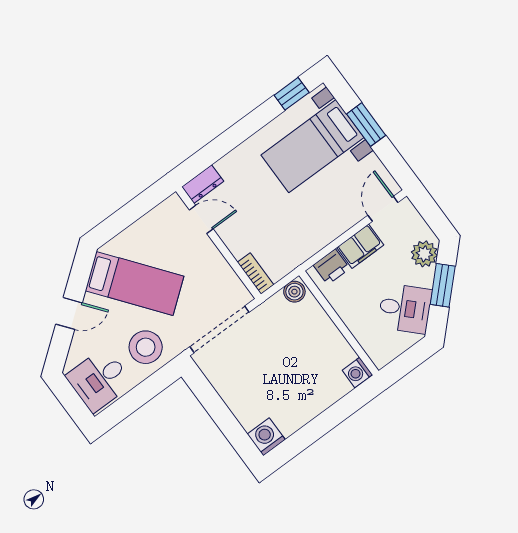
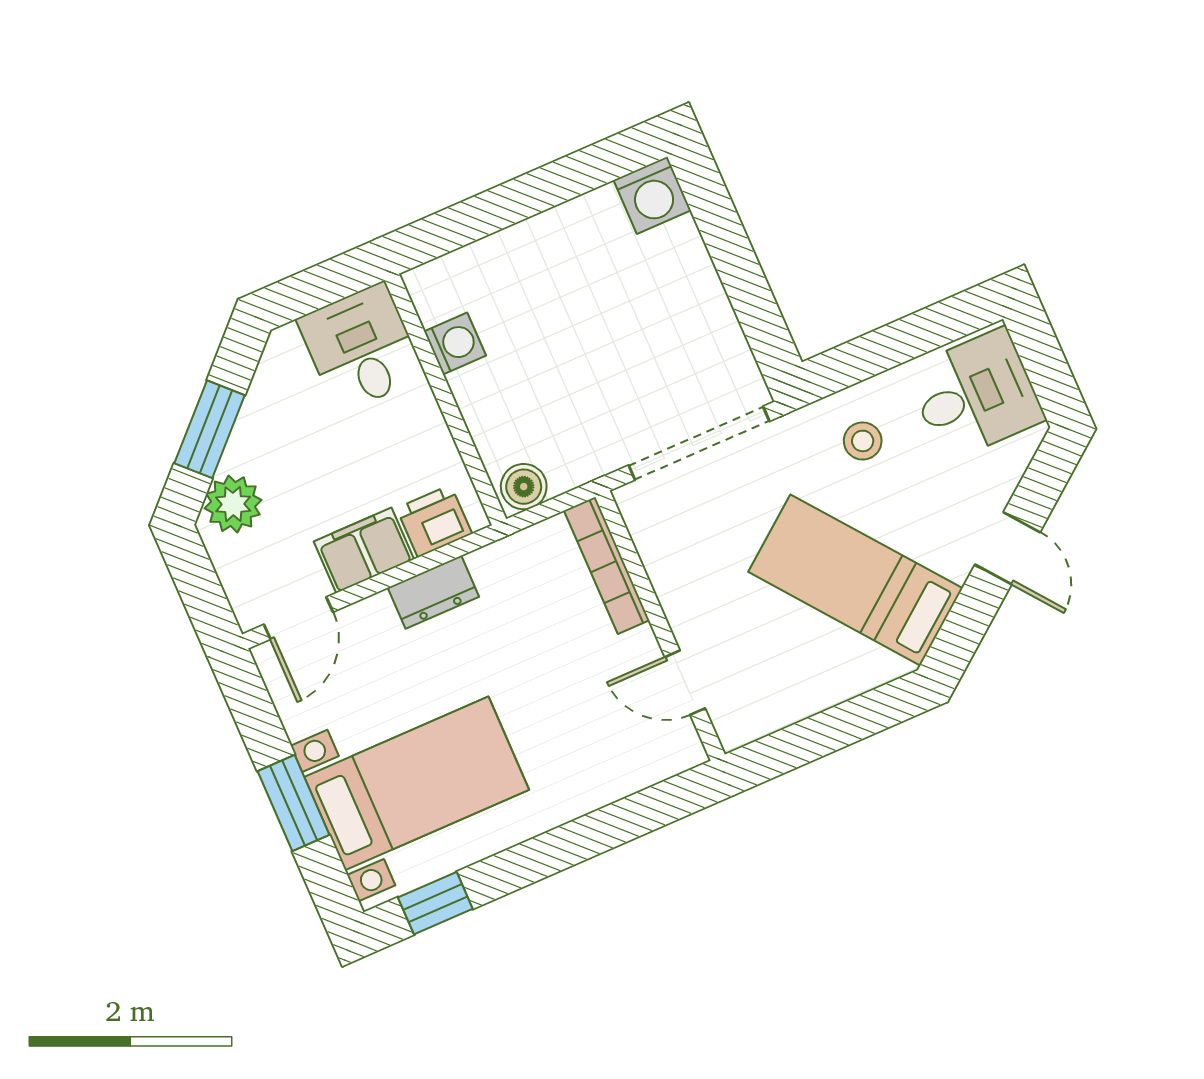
dresser: (203, 184) -> (433, 592), moved, turned 180
bookcase: (255, 274) -> (607, 565), width x1.56
desk: (405, 308) -> (361, 348), moved, turned 45
door: (69, 313) -> (1008, 548), swing flipped
stool: (146, 347) -> (863, 441), width x0.53, depth x0.53
washing machine: (357, 372) -> (455, 344), moved

